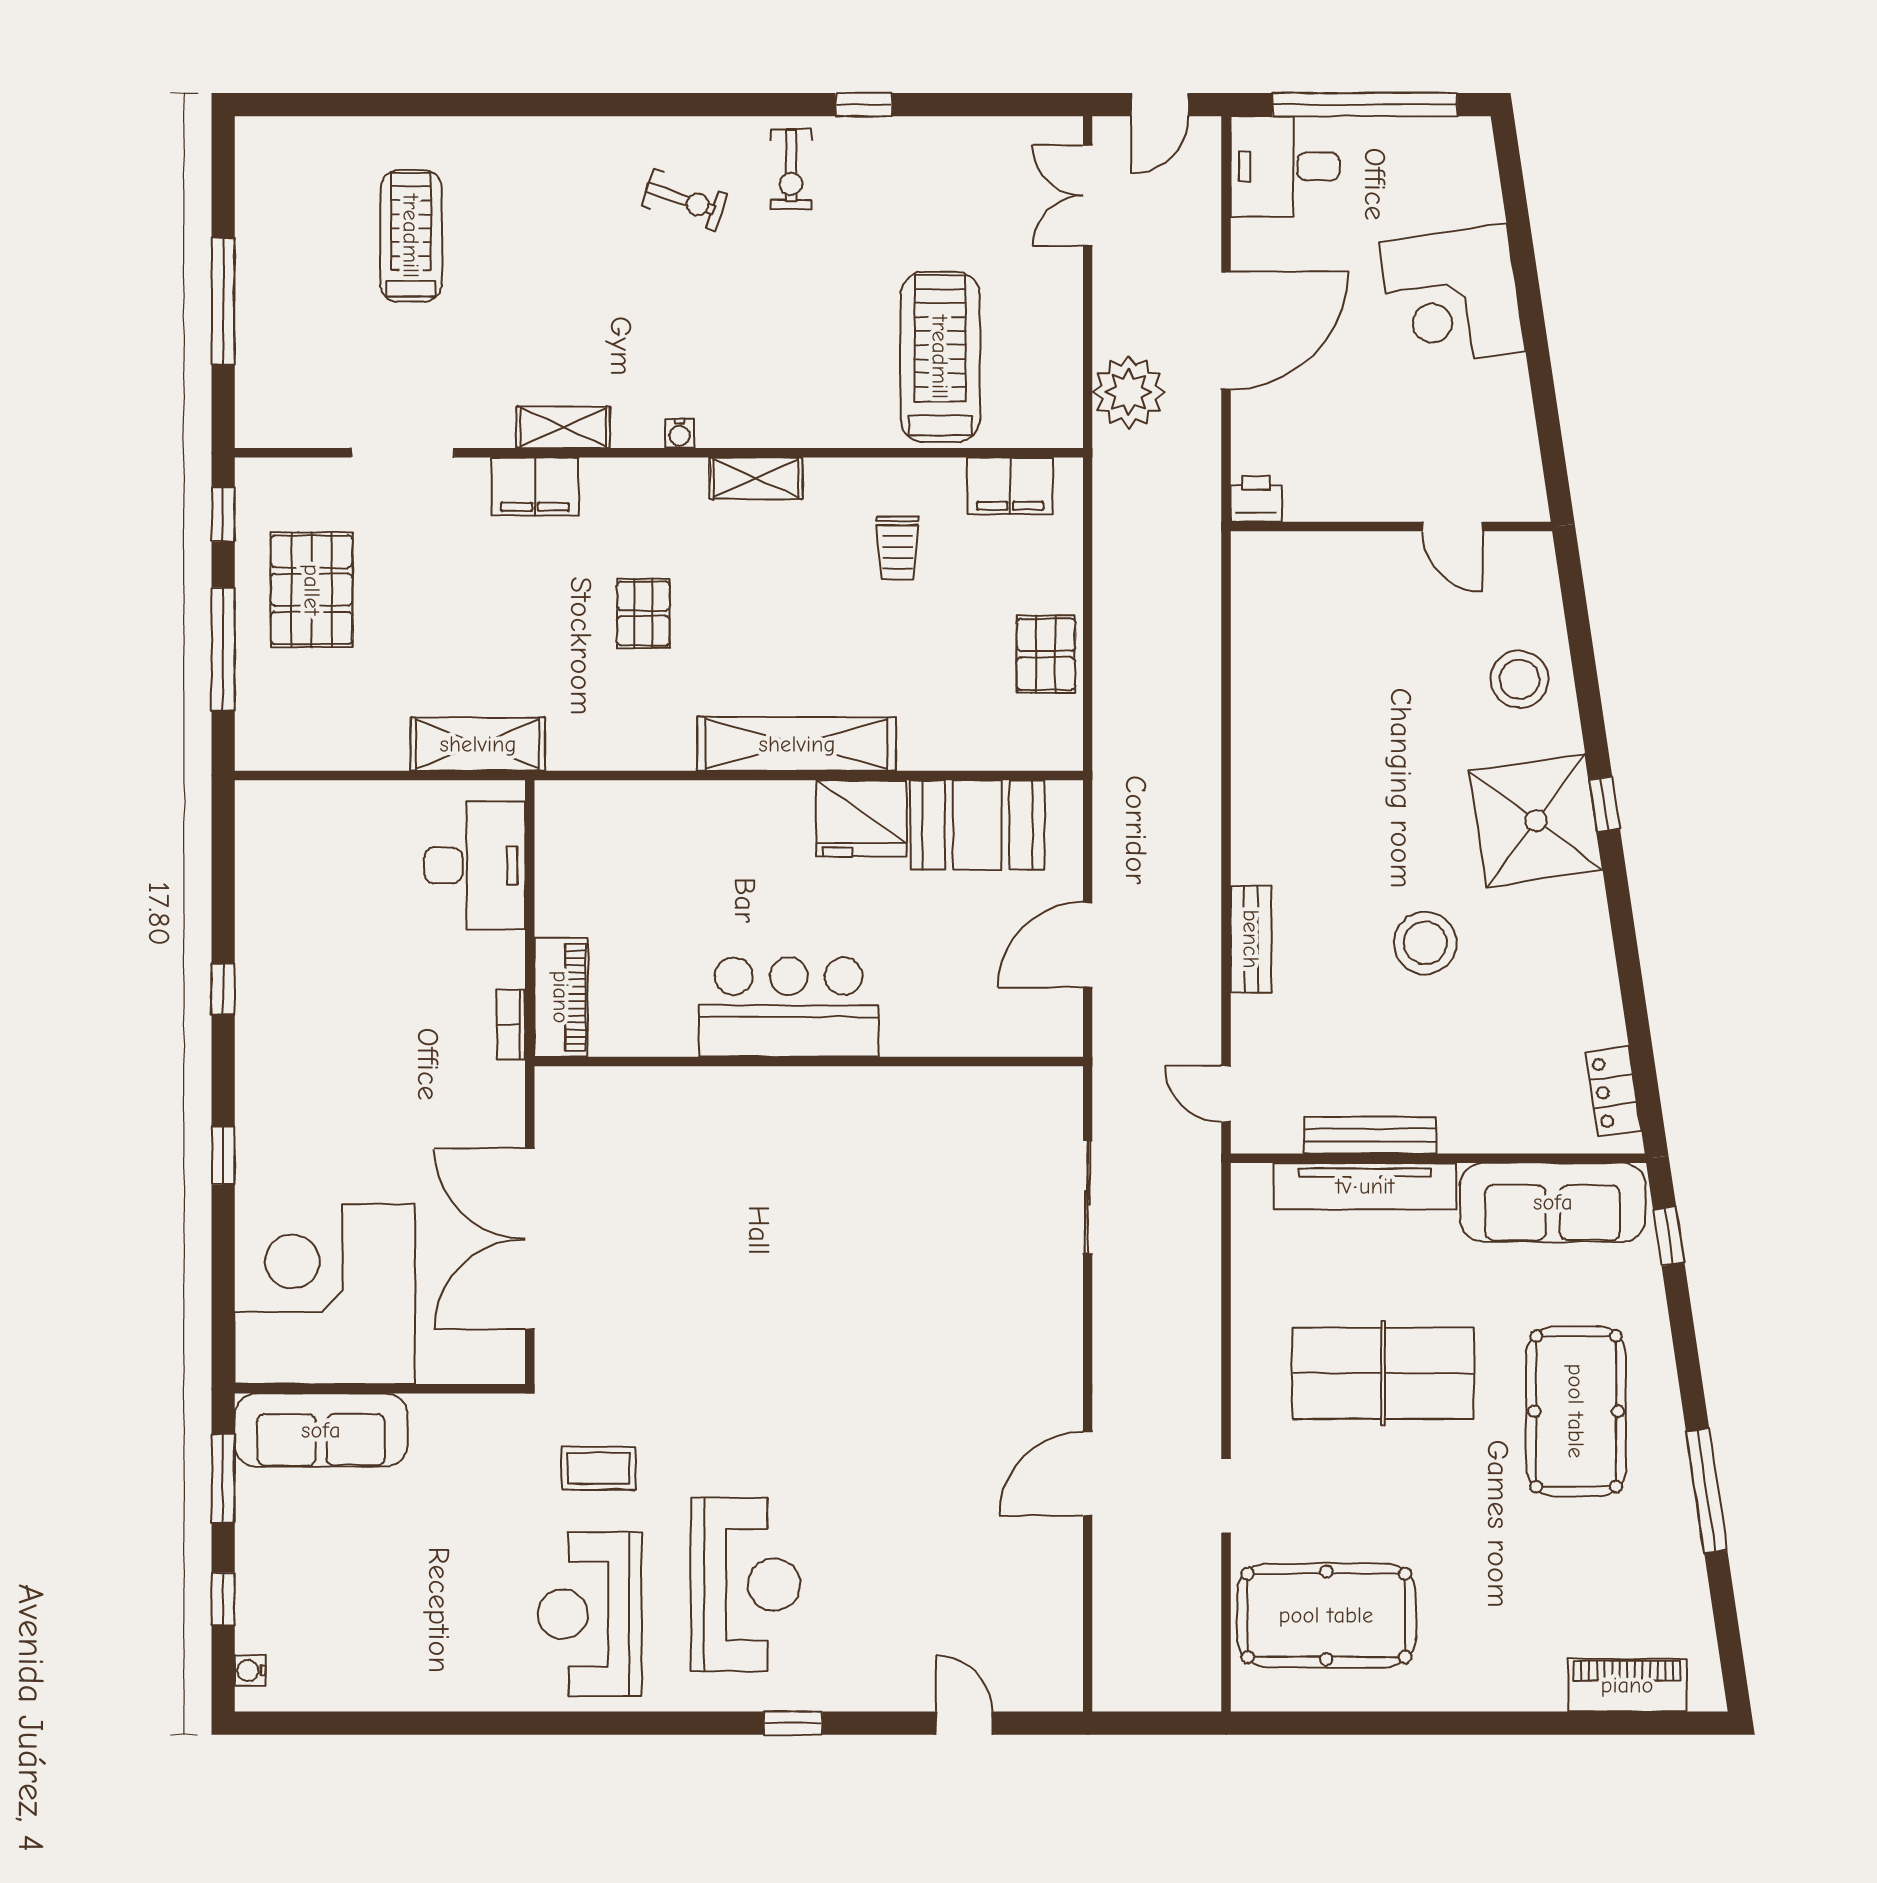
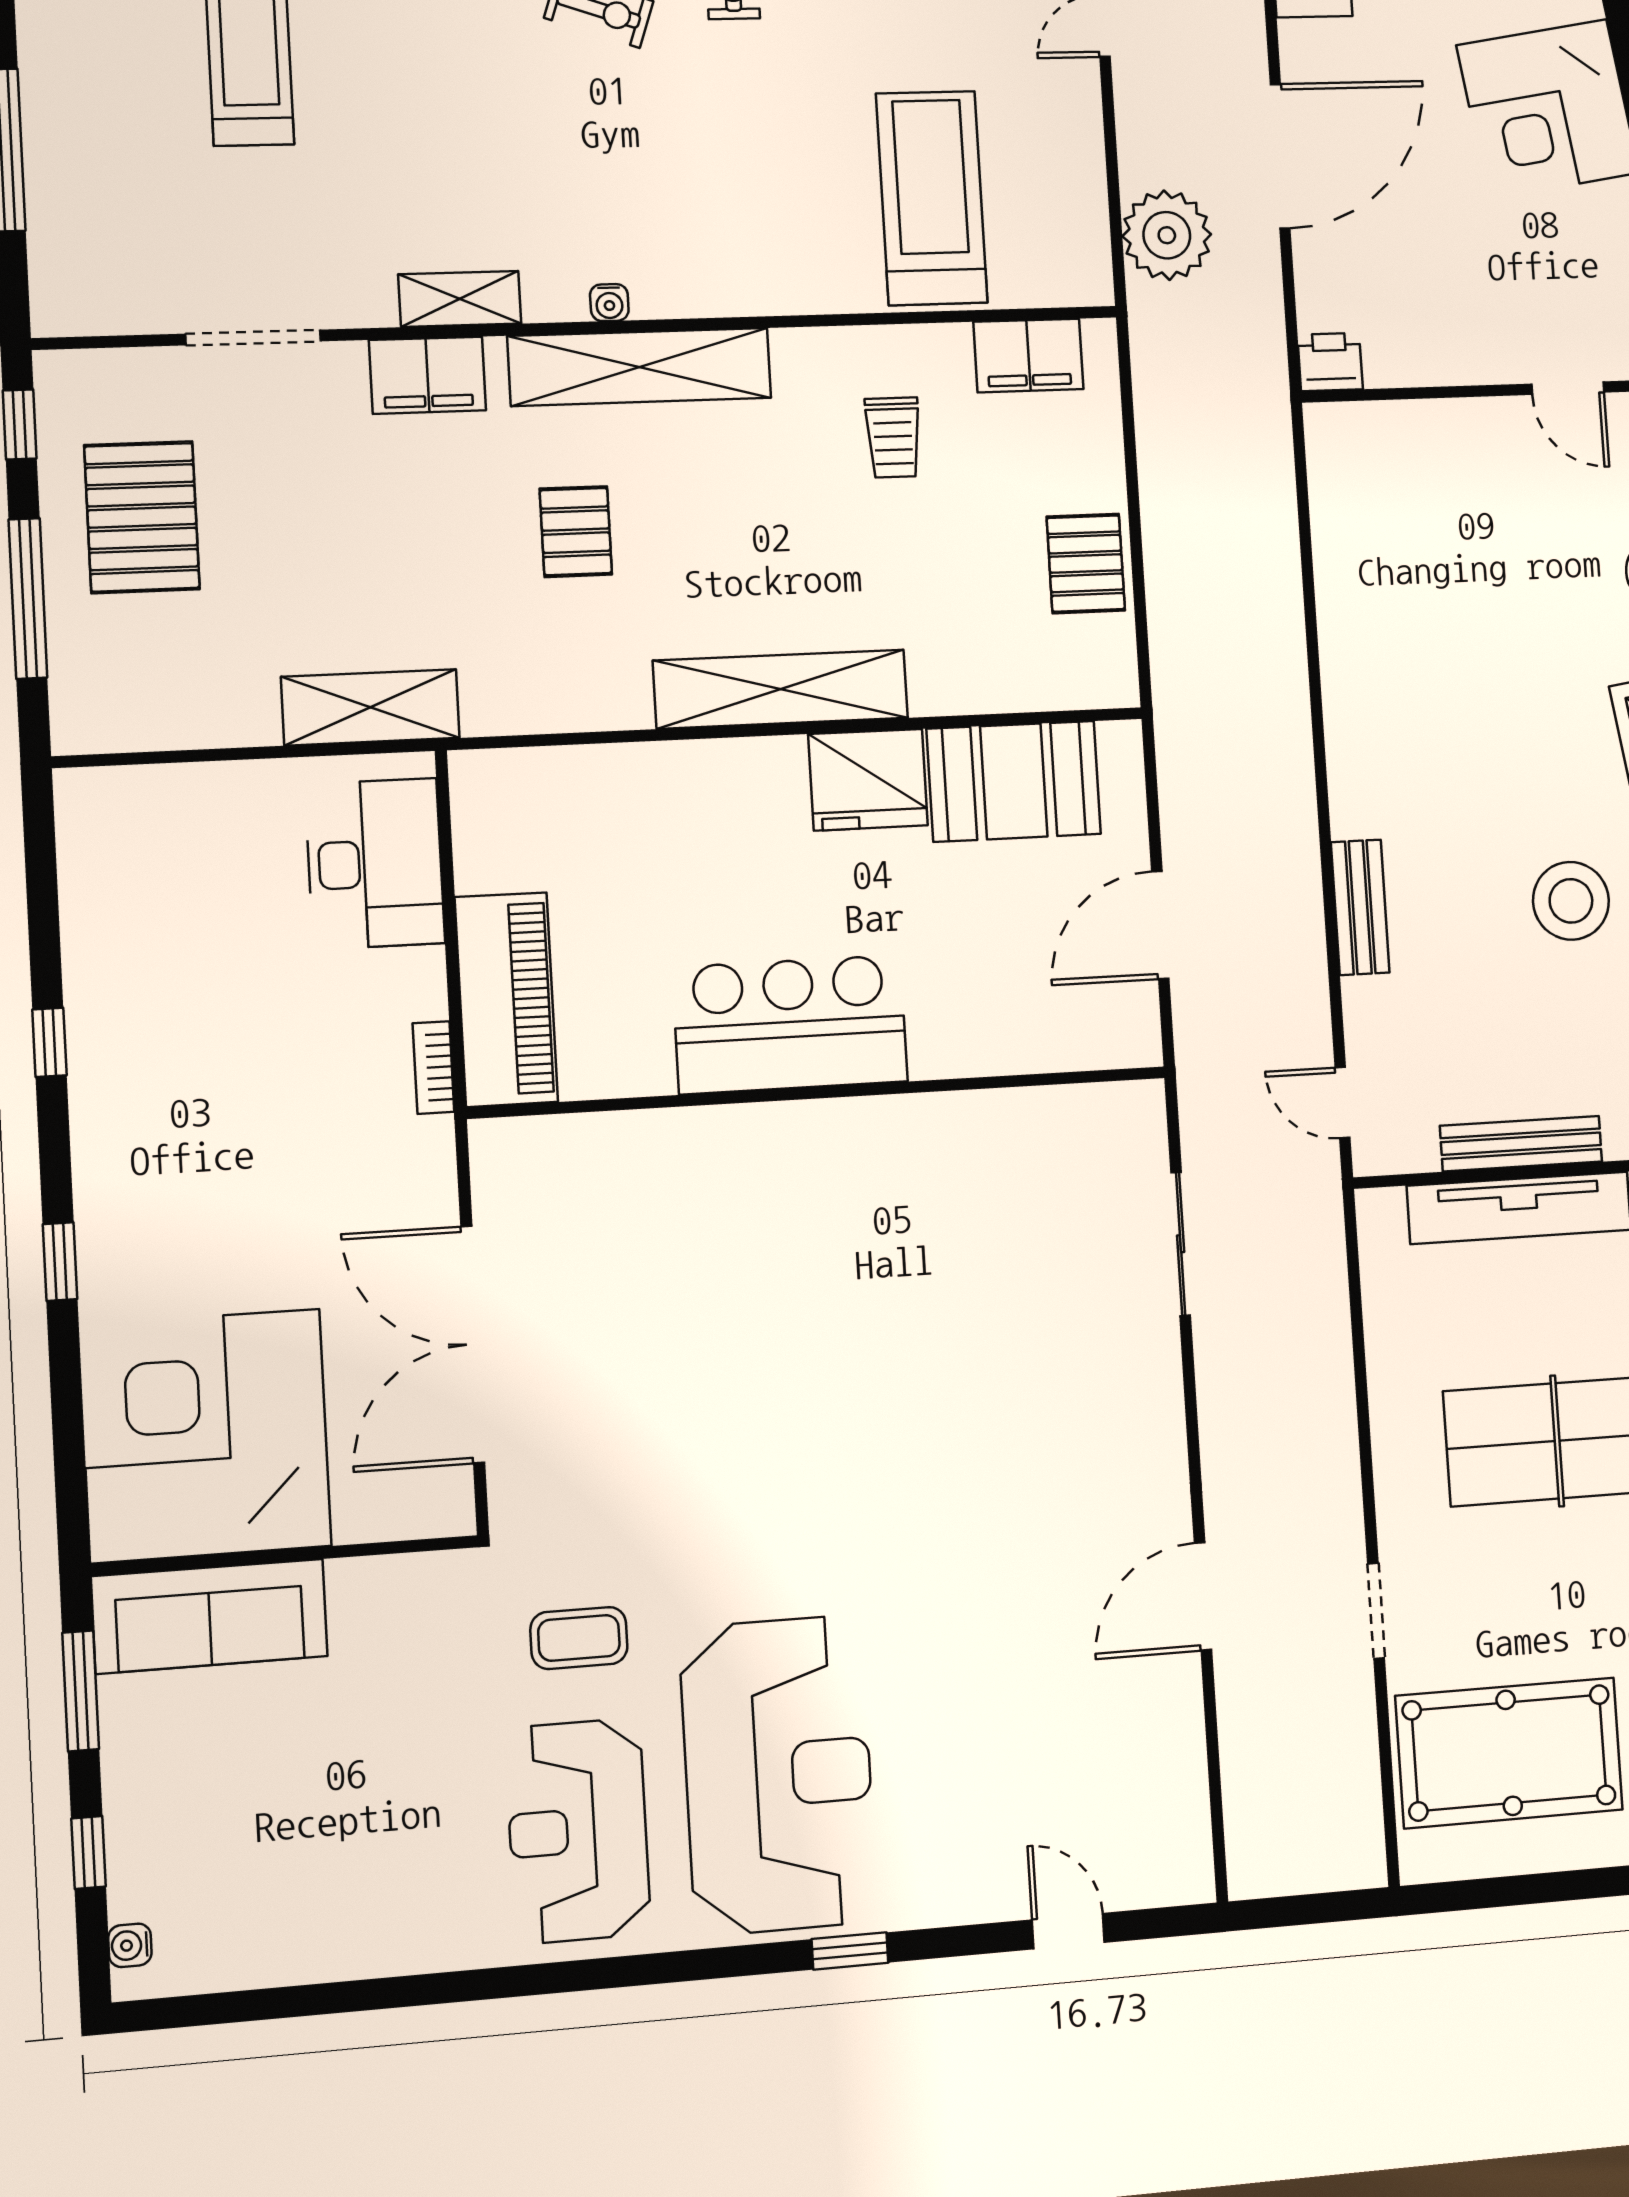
shelving: (756, 478) -> (640, 367), width x2.20, depth x1.33
piano: (561, 997) -> (506, 999), width x1.37, depth x1.33
reception desk: (746, 1585) -> (778, 1775), width x1.36, depth x1.30

